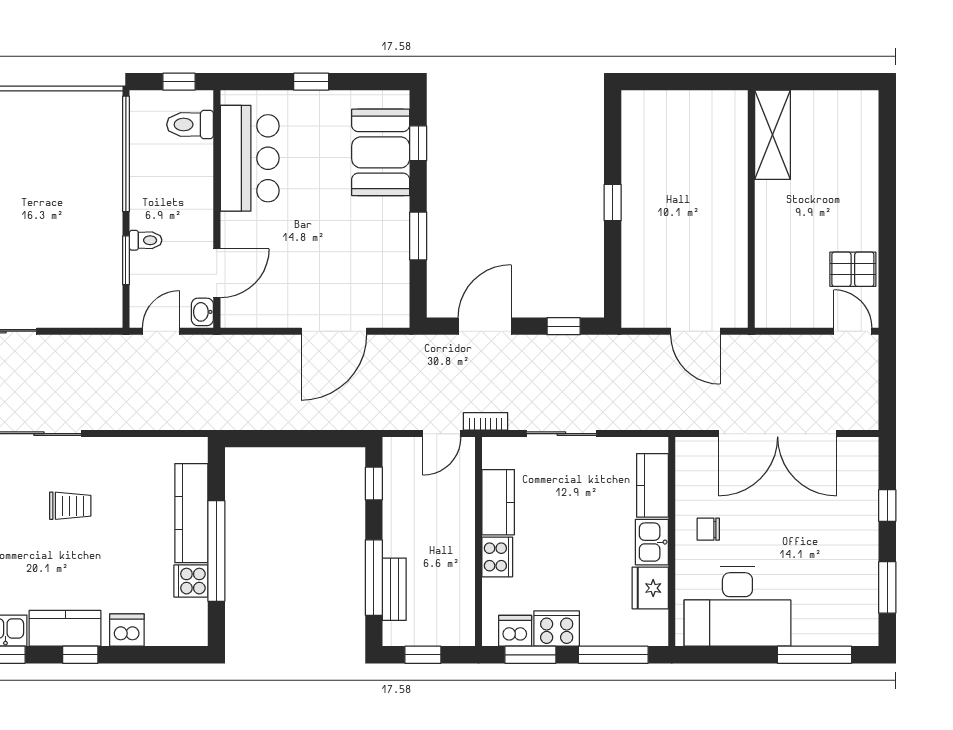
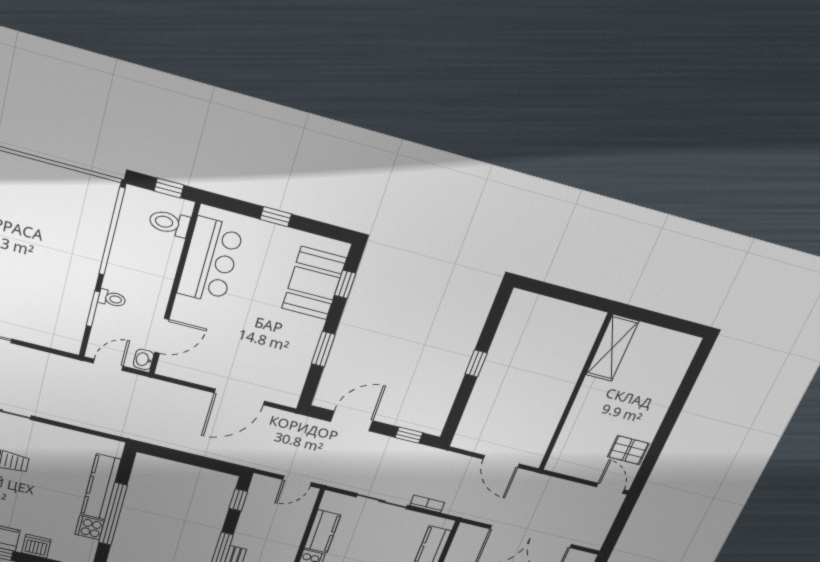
bookcase: (486, 421) -> (427, 504), moved

